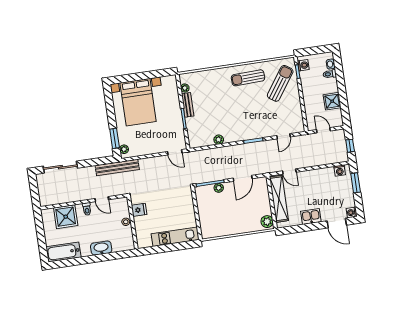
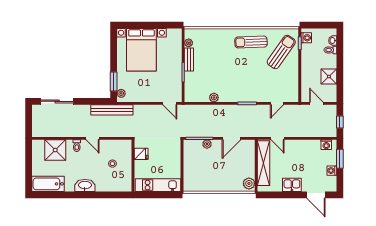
fridge: (139, 210) -> (141, 154), moved
washing machine: (352, 212) -> (332, 171), moved
wall: (132, 223) -> (133, 166), moved

